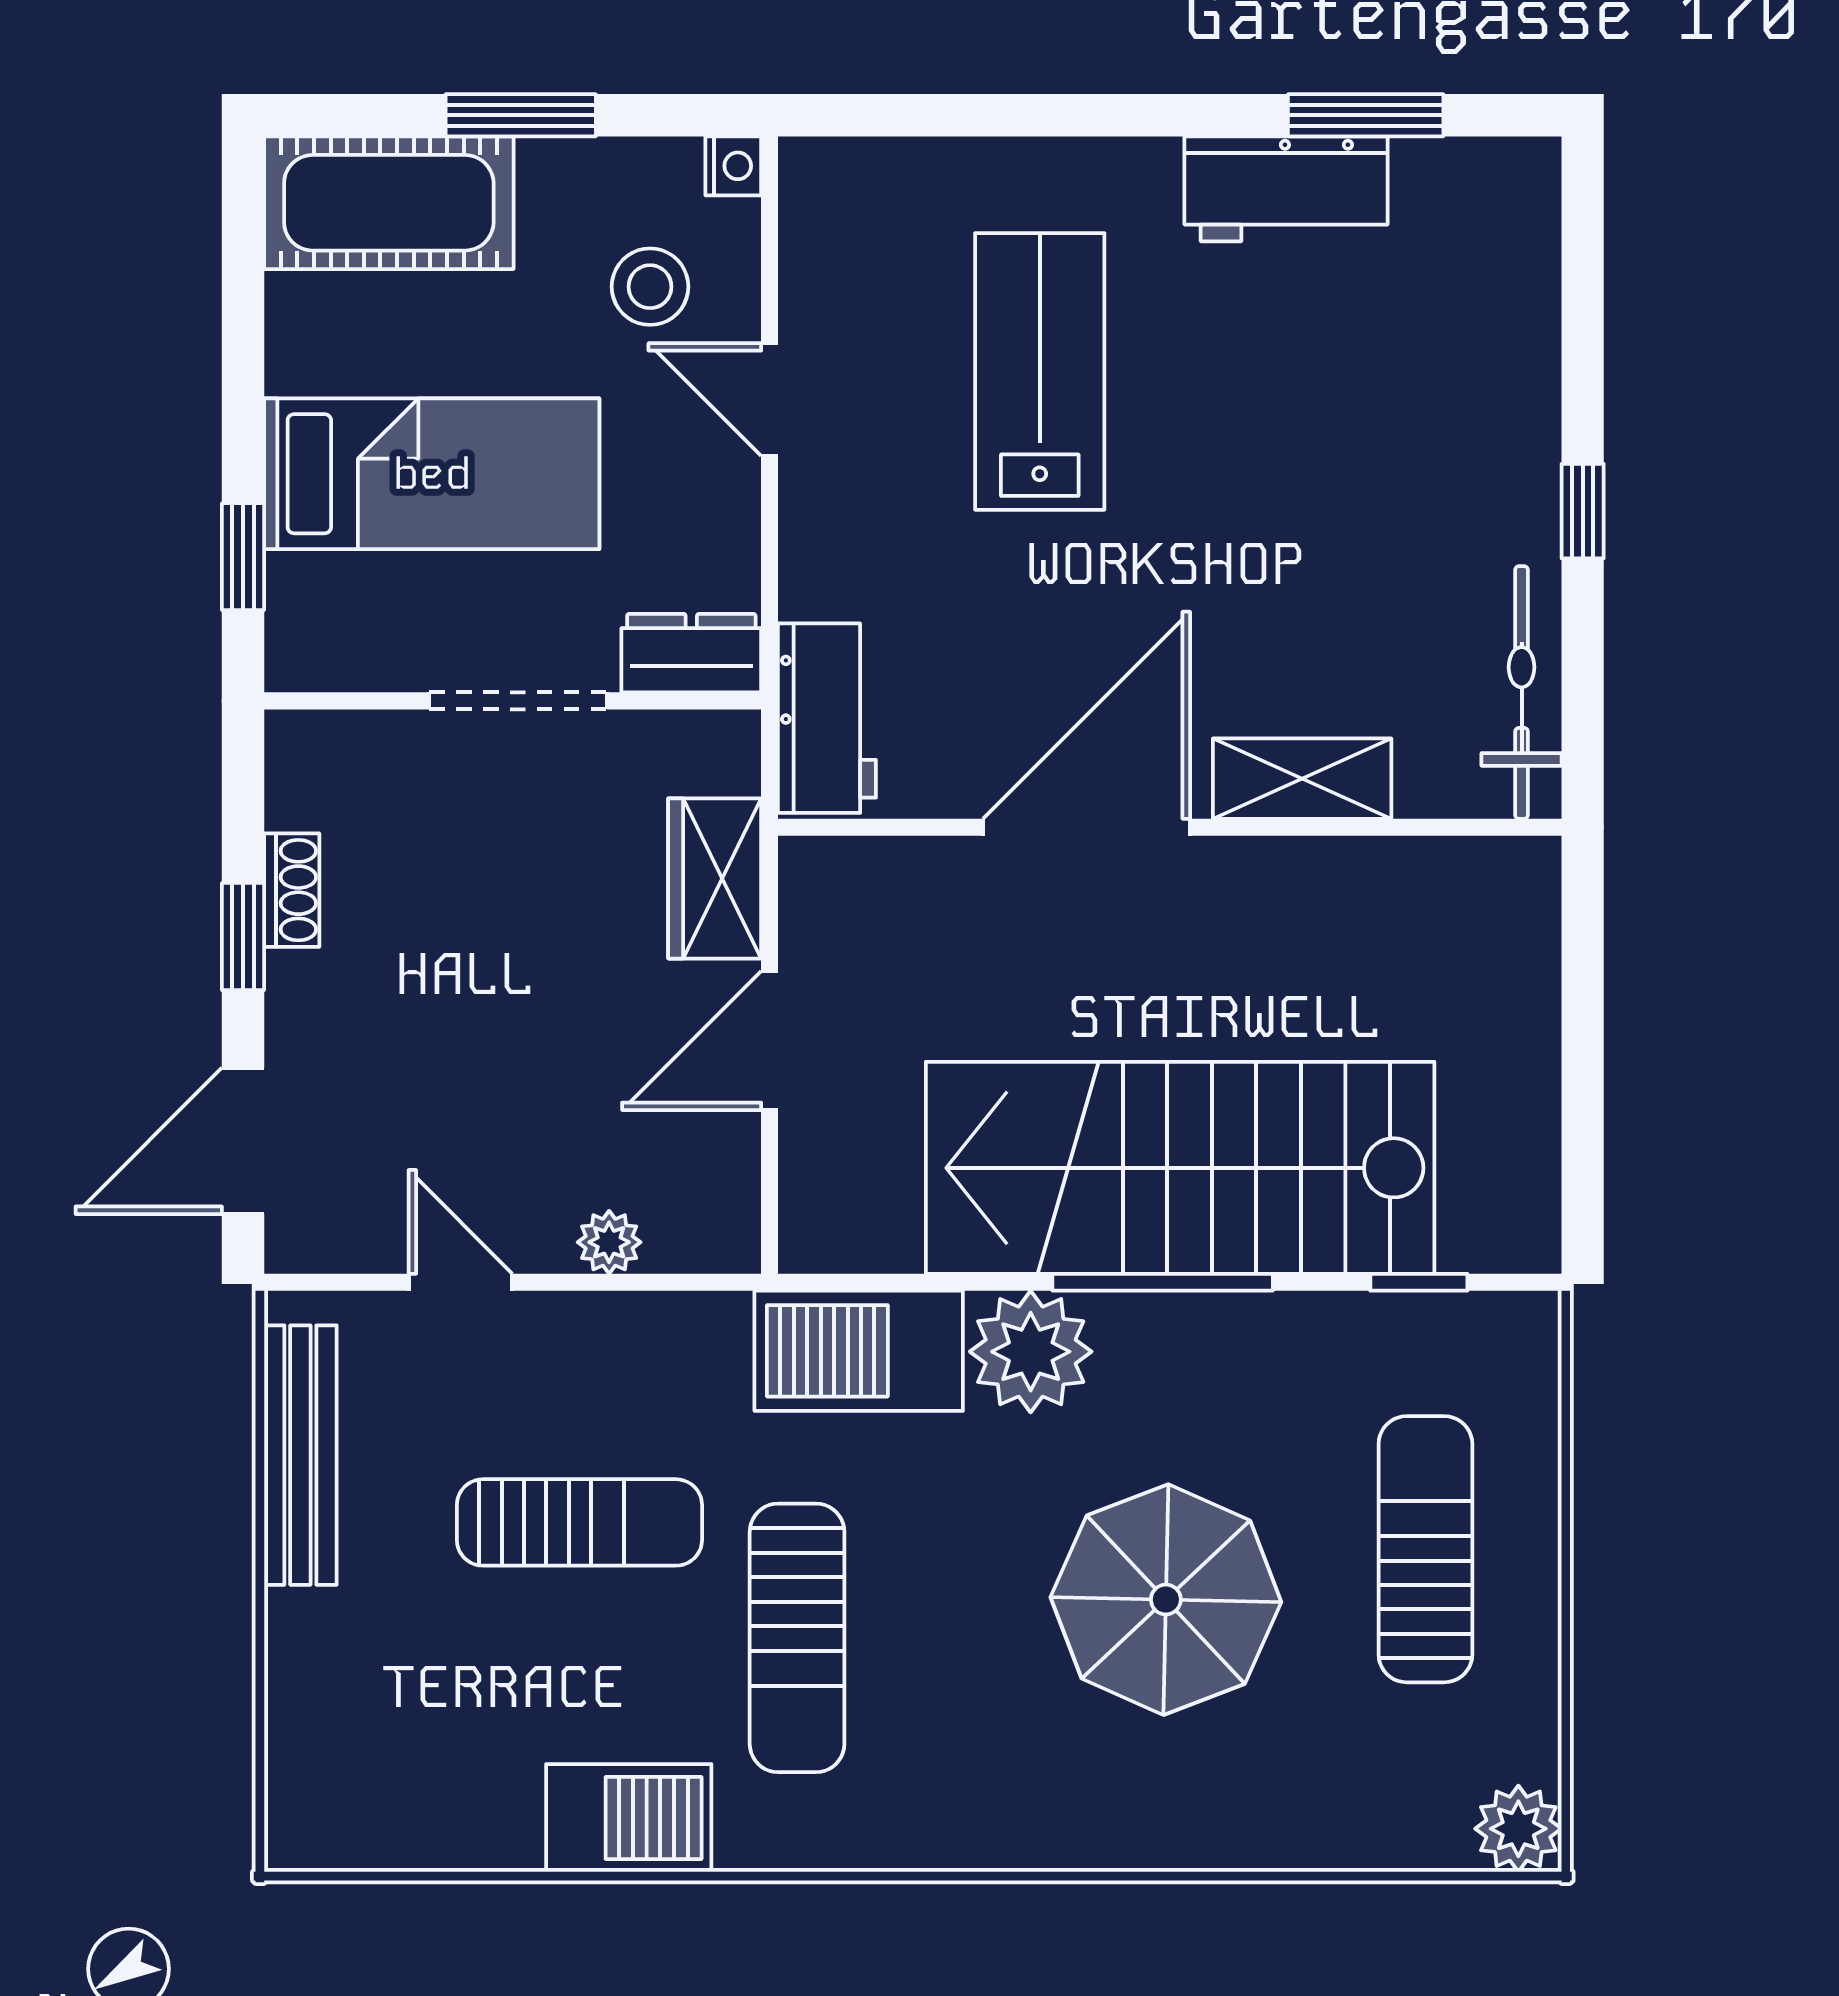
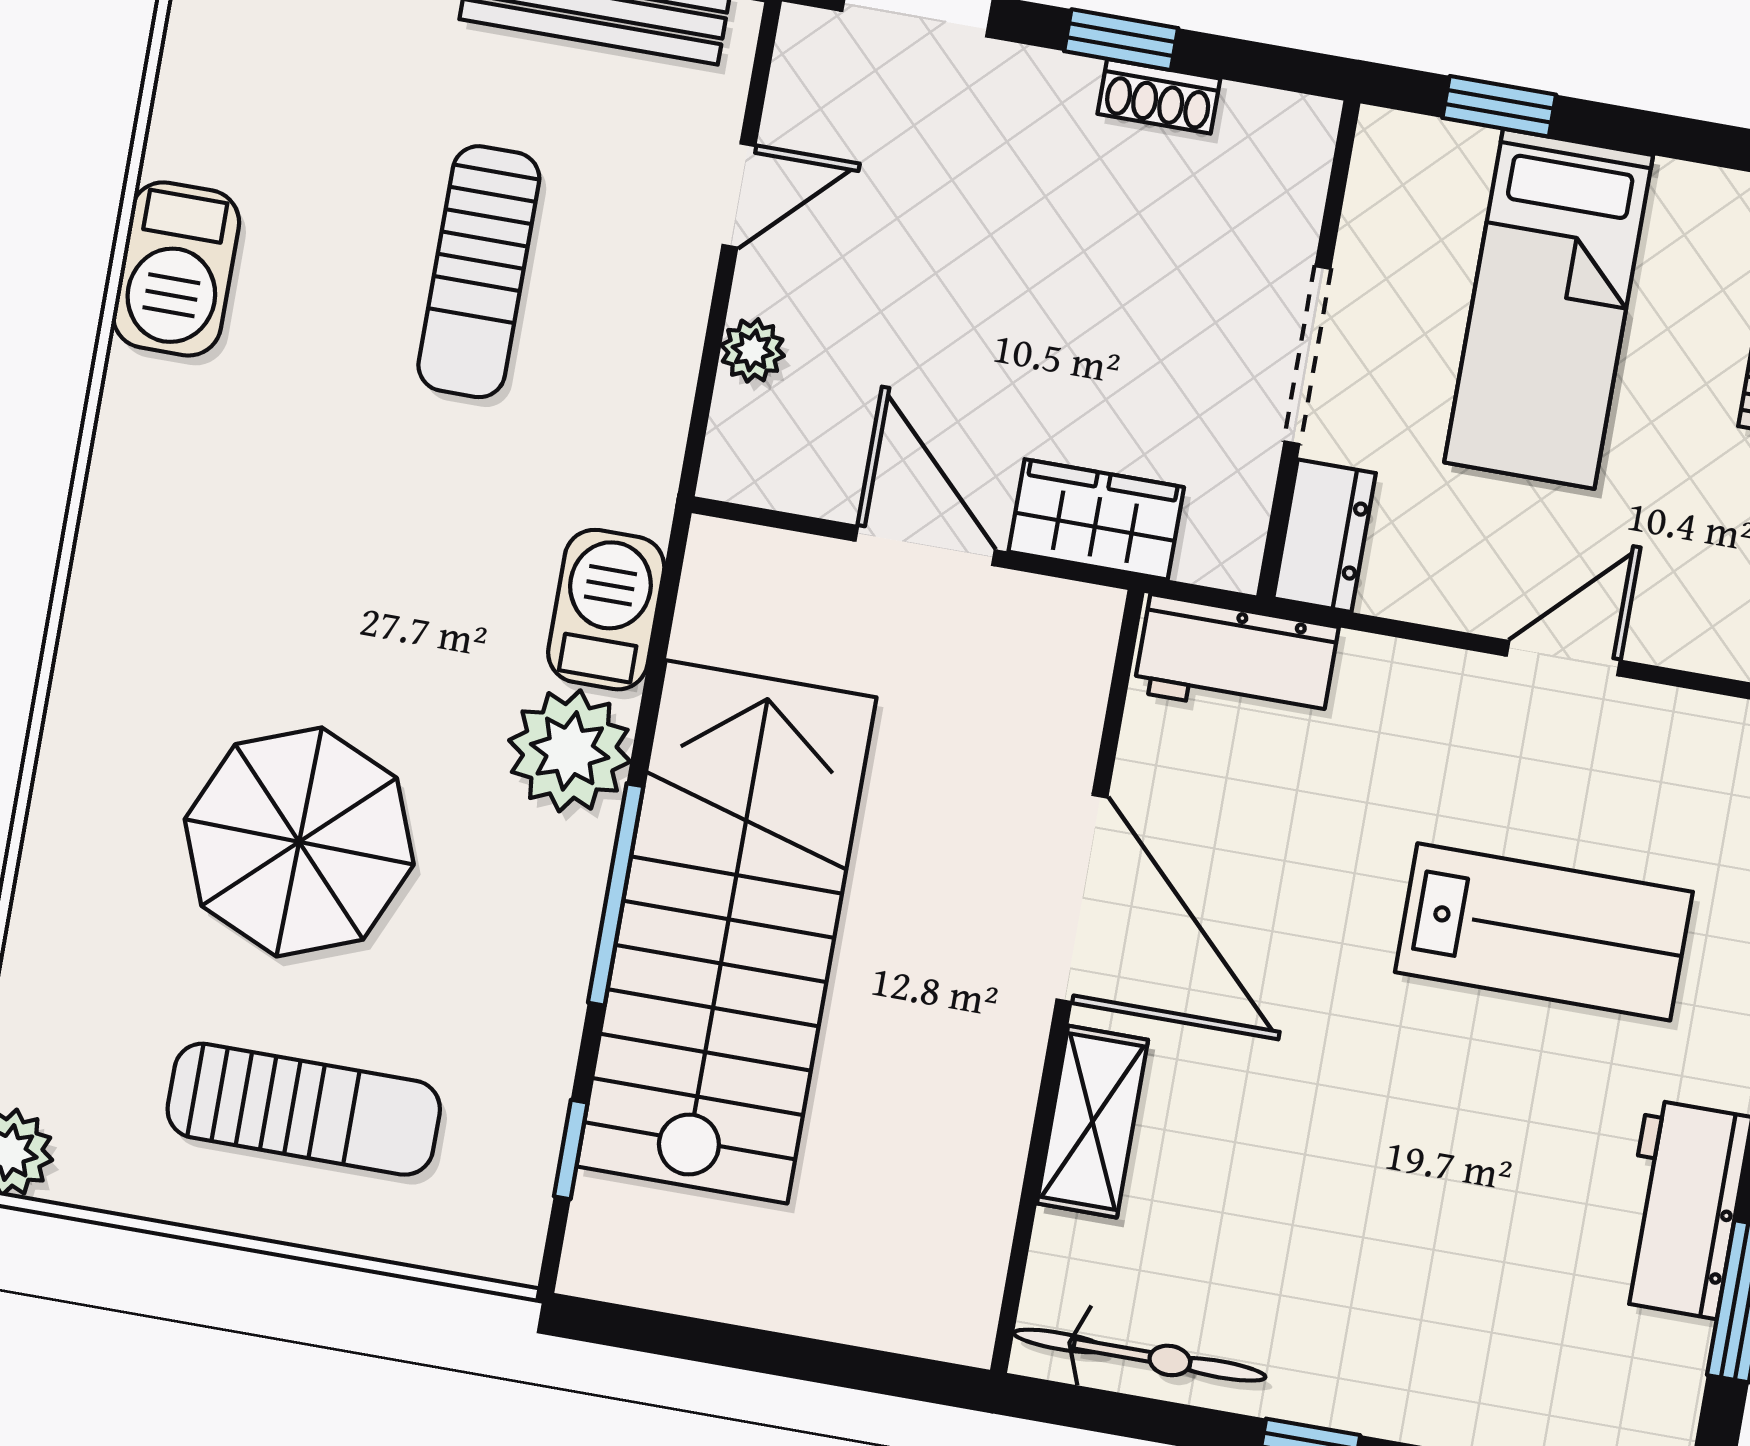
stool: (650, 287) -> (1697, 559), removed
barbecue: (859, 1351) -> (606, 610), width x0.73, depth x0.83
sun lounger: (797, 1638) -> (326, 468), removed

